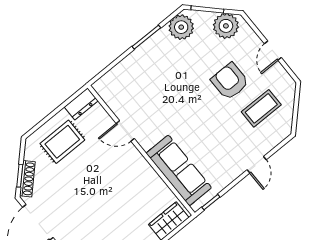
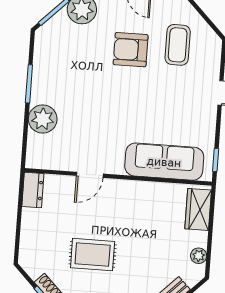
plant: (181, 27) -> (43, 119), moved
rug: (62, 142) -> (93, 255), moved, turned 90

